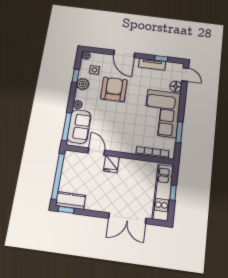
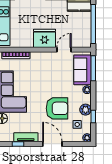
armchair: (114, 89) -> (57, 108), turned -90
door: (96, 152) -> (64, 50), swing flipped
fridge: (111, 164) -> (45, 38), width x1.88, depth x1.34

